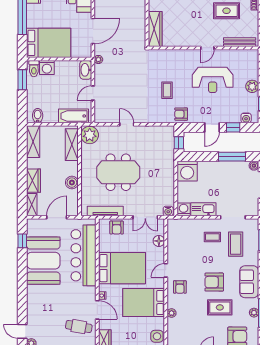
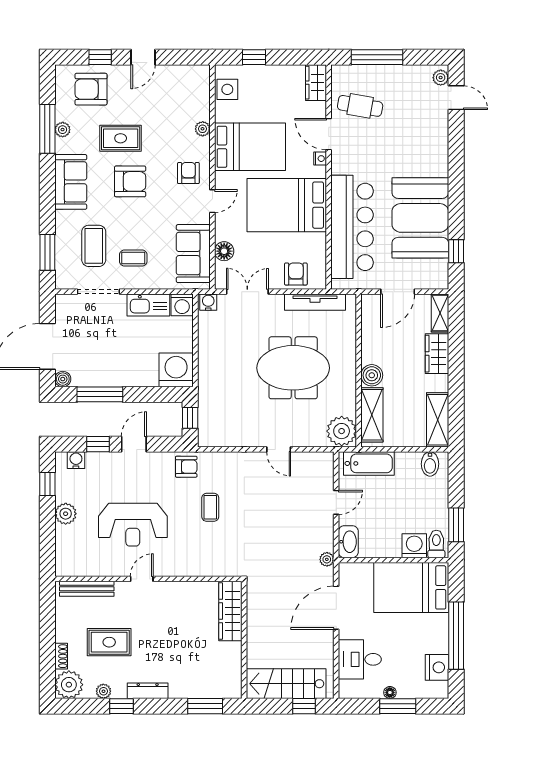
reception desk: (213, 80) -> (133, 525), turned 180
boiler: (72, 183) -> (372, 375), moved
sofa: (177, 240) -> (193, 254), added

